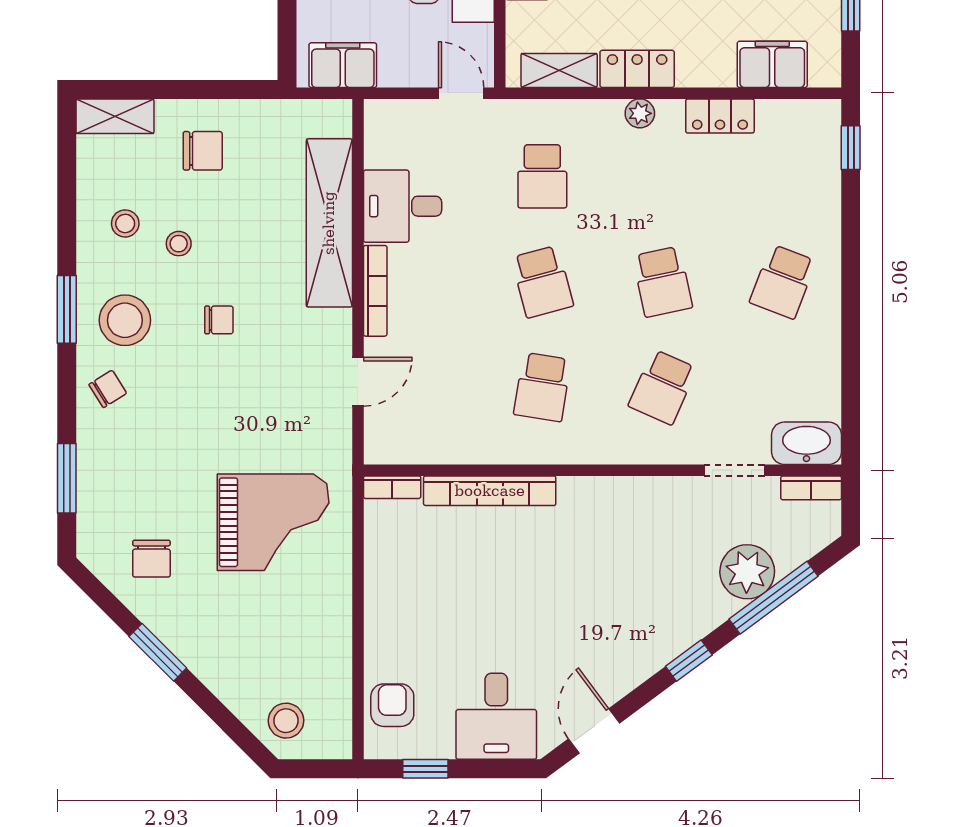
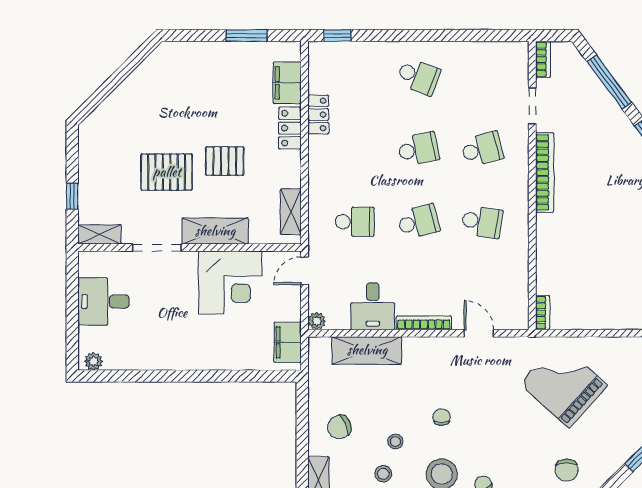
locker: (637, 69) -> (290, 128), moved
plant: (640, 113) -> (317, 321), moved
chair: (203, 151) -> (339, 427), turned -114
shelving: (329, 223) -> (367, 350), width x0.68
school desk: (663, 387) -> (482, 149), turned -39
washbasin: (806, 443) -> (516, 62), removed
bookcase: (490, 491) -> (545, 172), moved
grand piano: (273, 522) -> (564, 384), turned -48
chair: (151, 559) -> (567, 470), moved, turned 90
plant: (747, 572) -> (594, 98), removed

